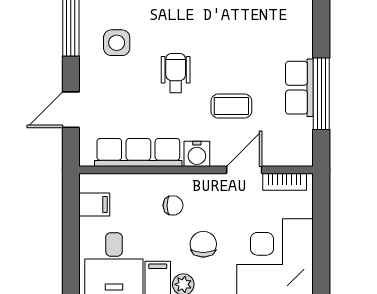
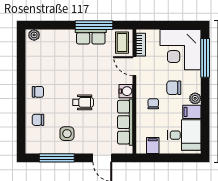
wheelchair: (176, 73) -> (83, 102), turned 180
coffee table: (231, 106) -> (122, 43), moved

